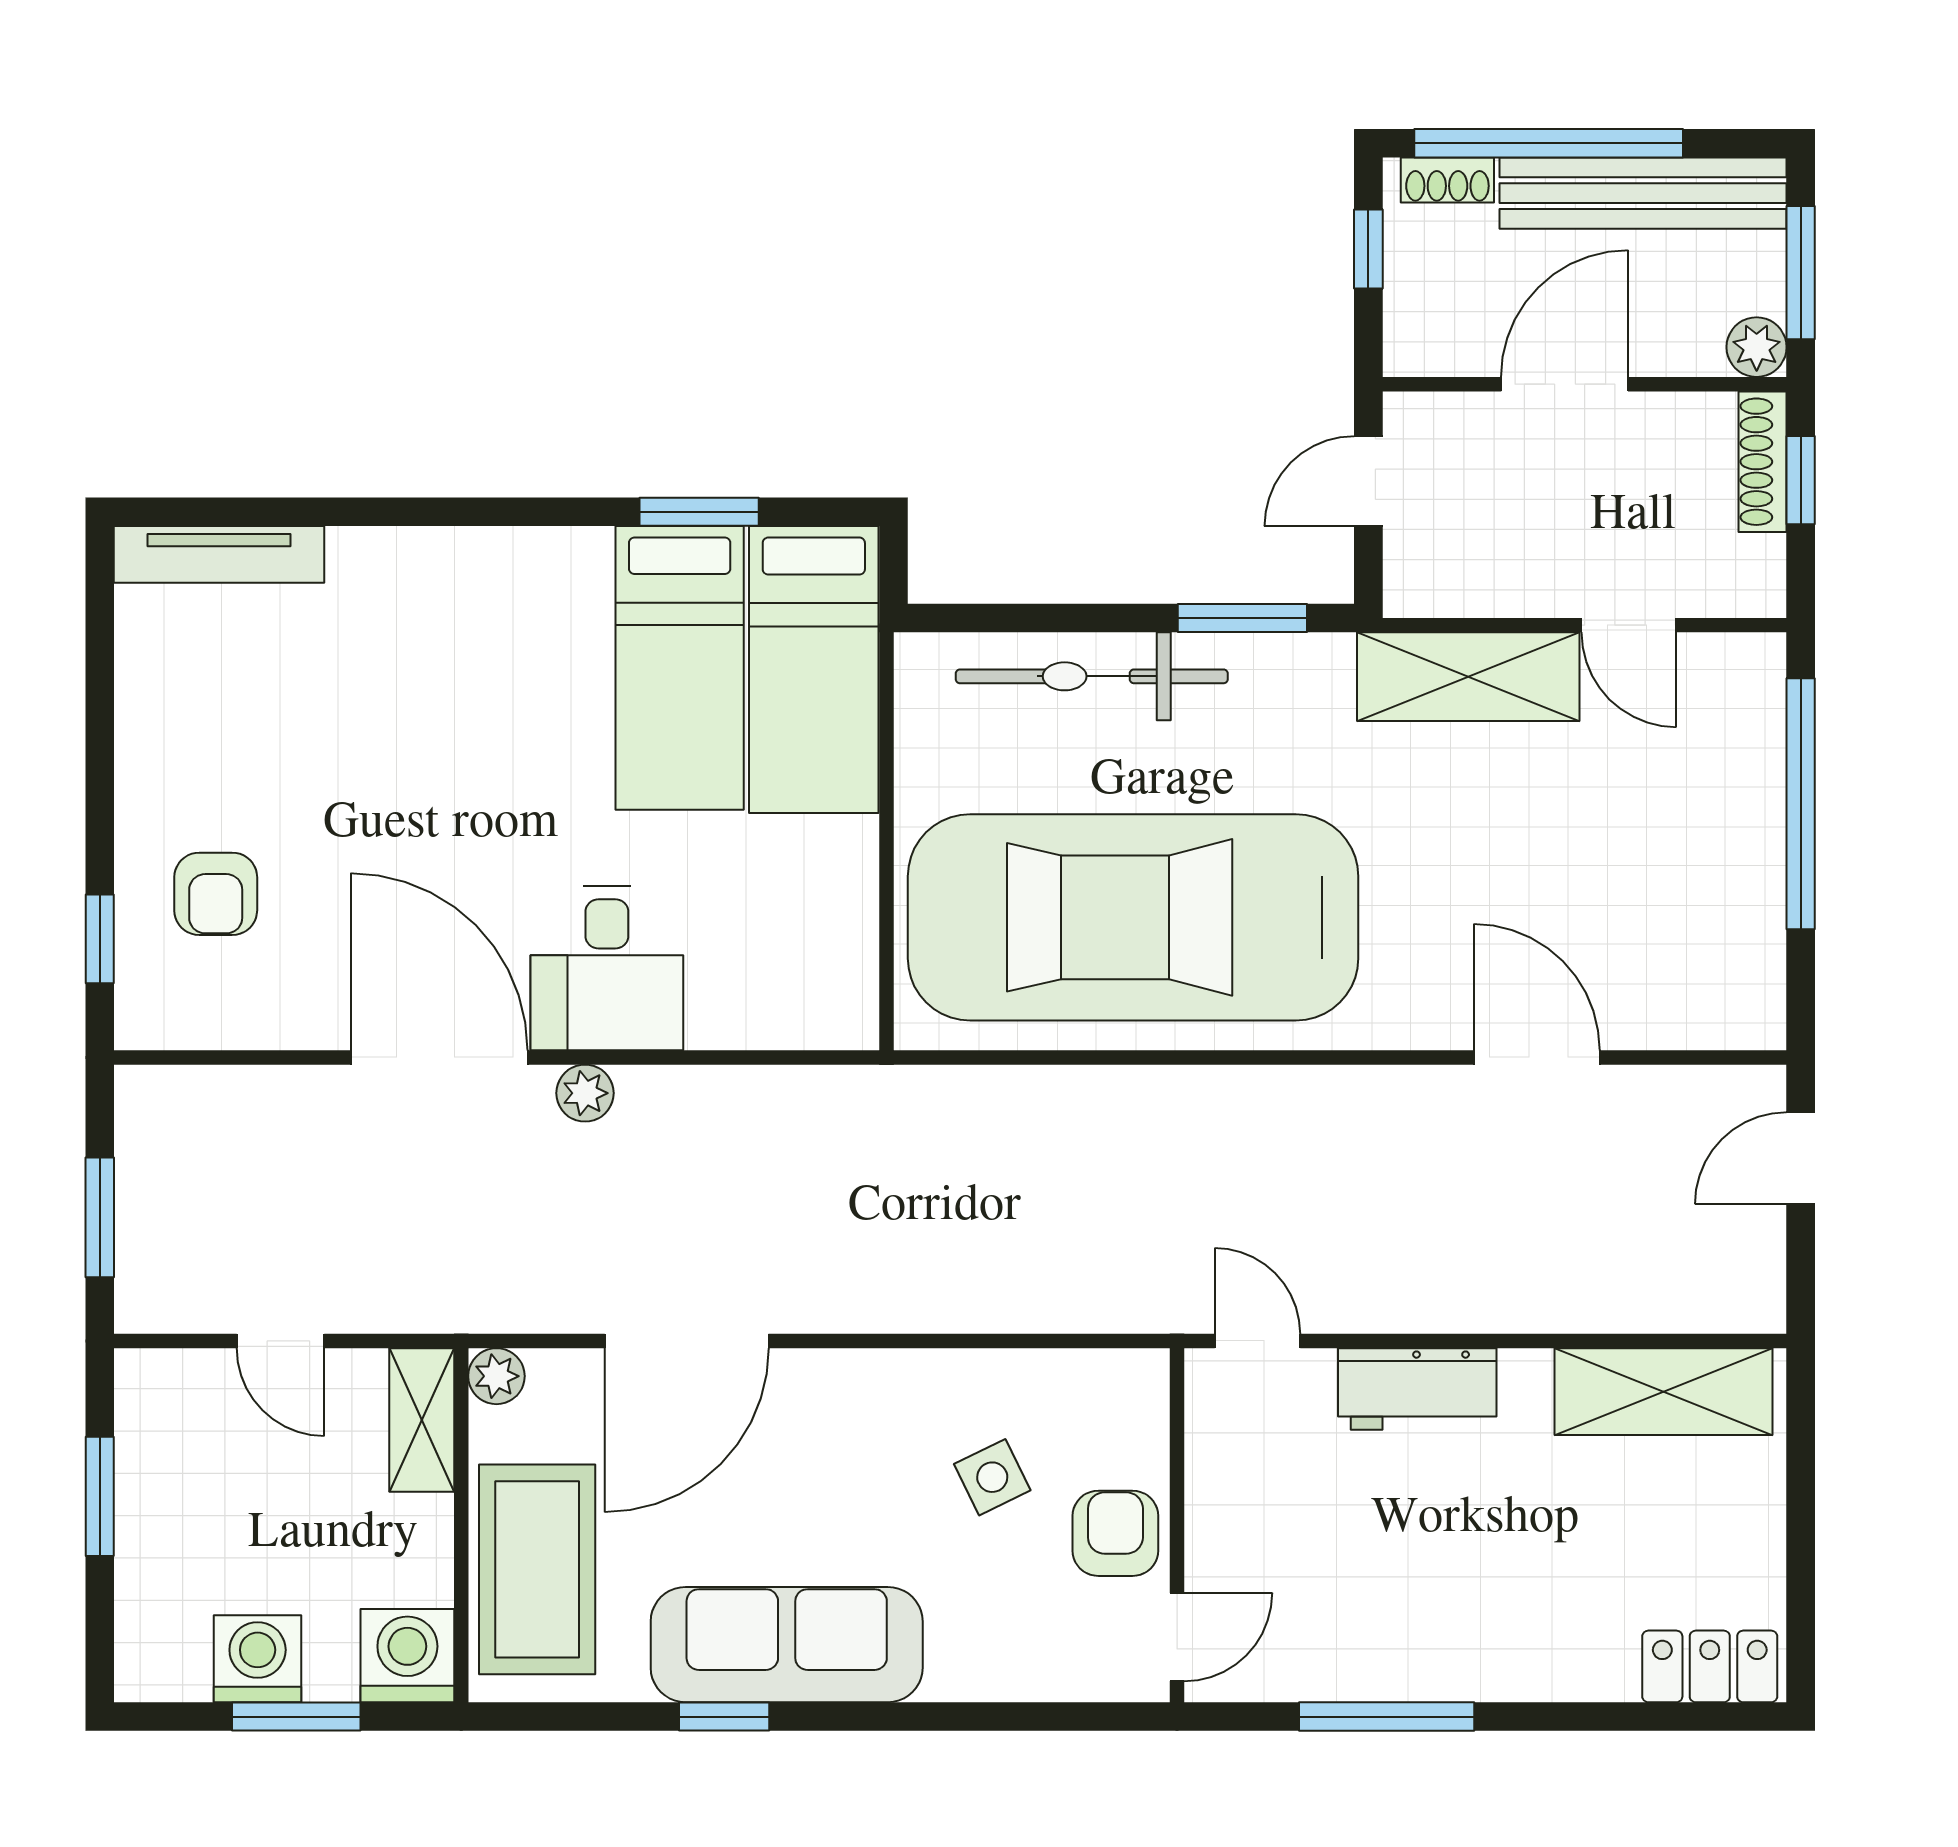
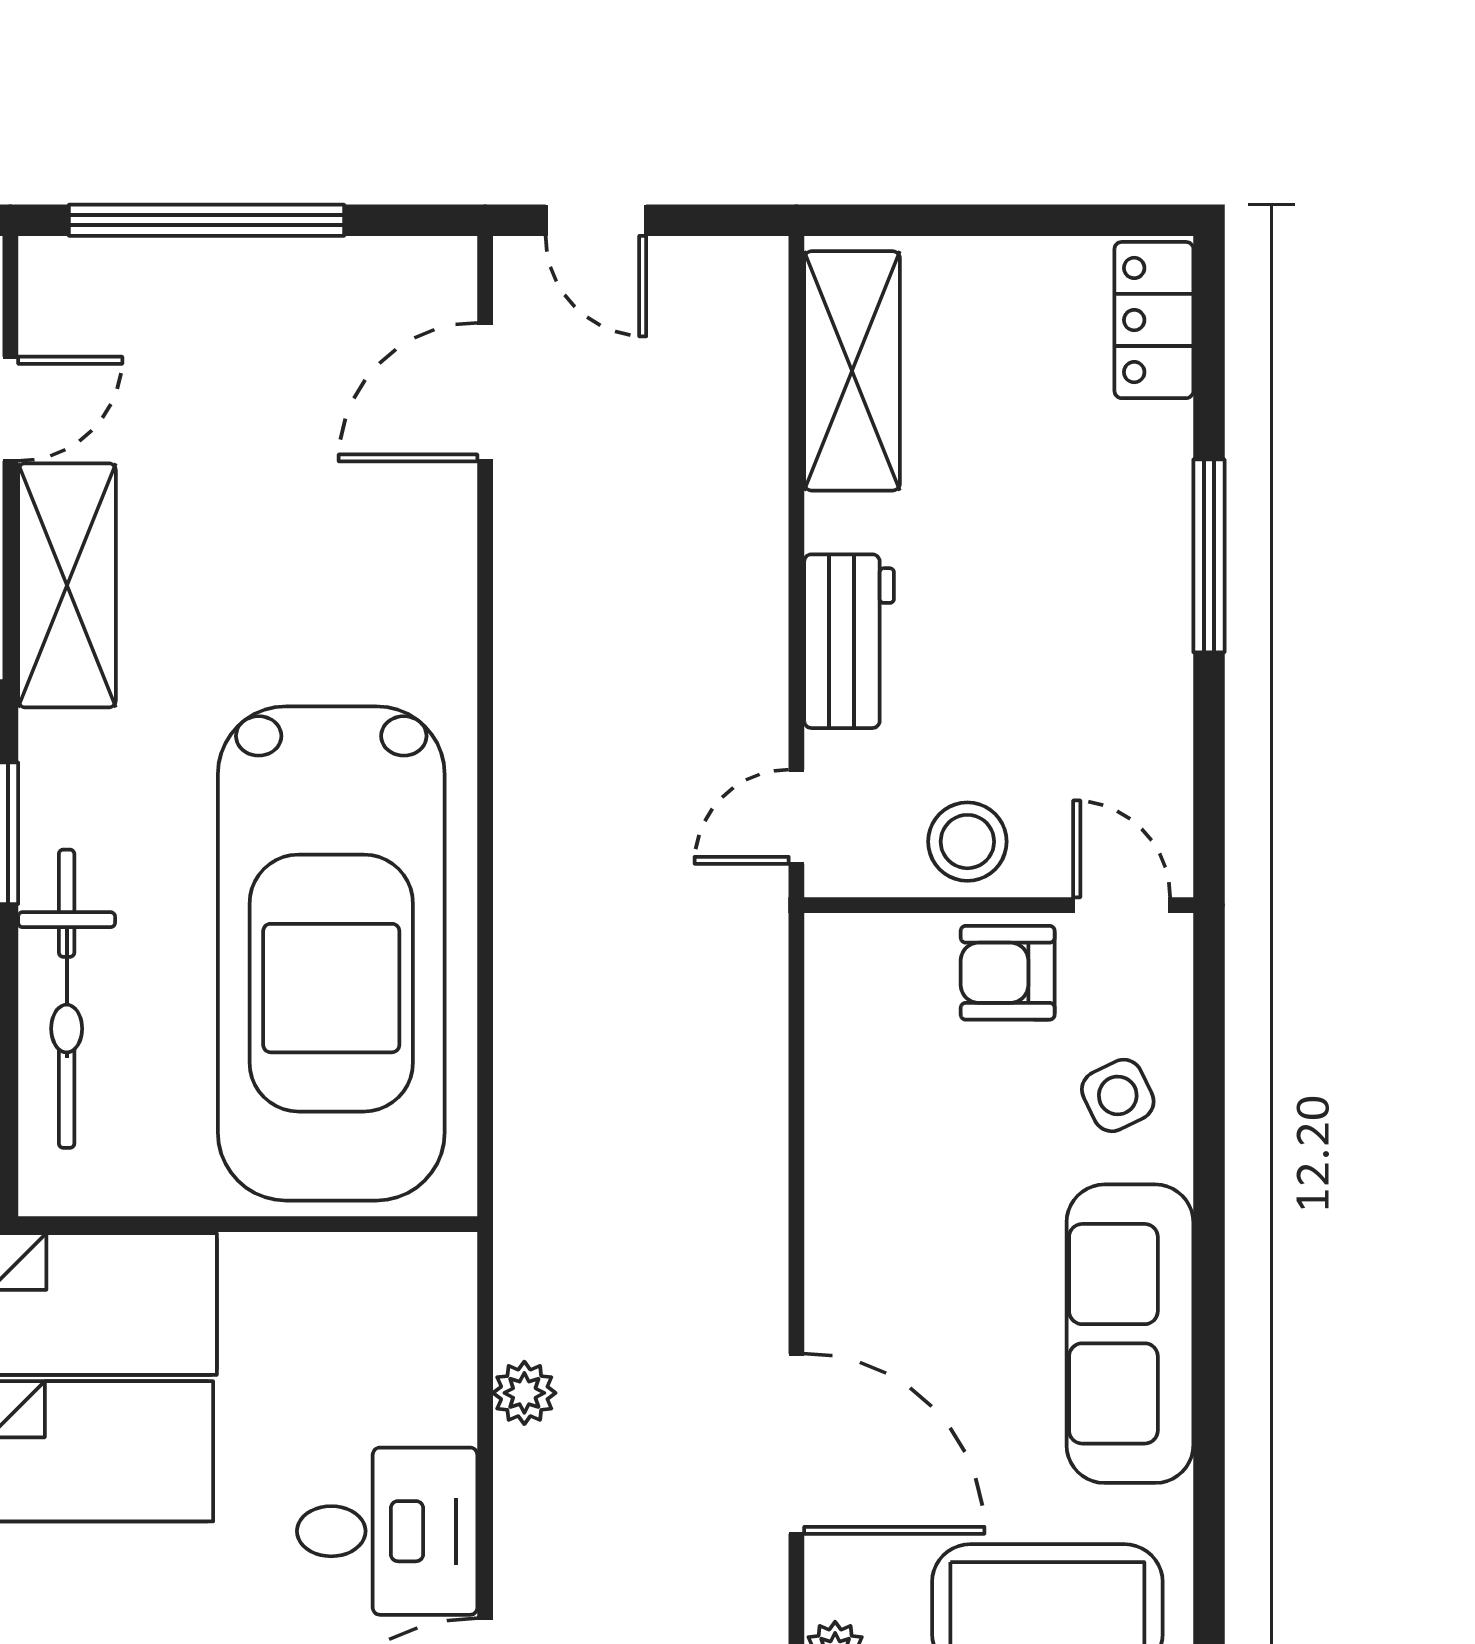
door: (1537, 1057) -> (485, 392), moved
plant: (585, 1093) -> (524, 1393), moved
side table: (992, 1477) -> (1118, 1095), moved
stool: (1235, 1497) -> (967, 842), added
window: (724, 1717) -> (1209, 1402), removed
window: (1387, 1717) -> (1209, 556), moved

